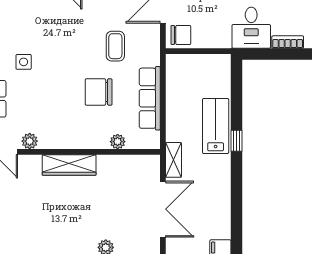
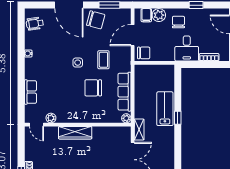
side table: (24, 62) -> (78, 63), moved
plant: (118, 142) -> (126, 118), moved

